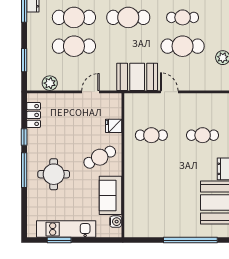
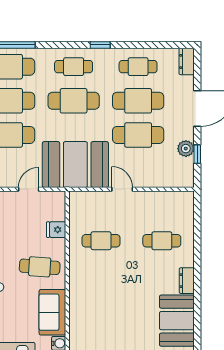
cafe table: (183, 17) -> (138, 101), width x1.37, depth x1.35
booth: (137, 77) -> (75, 165), width x1.36, depth x1.42
cafe table: (100, 157) -> (40, 267), turned 32

